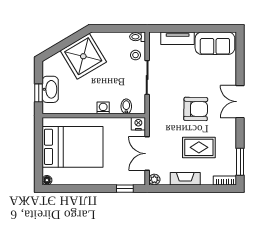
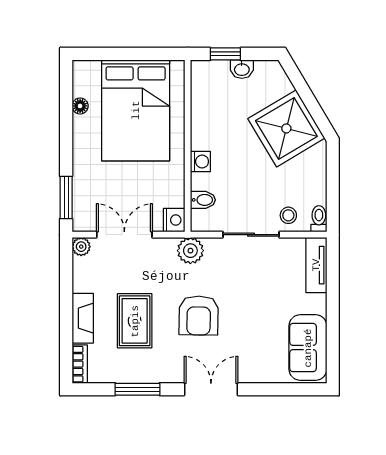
tv unit: (178, 38) -> (316, 265), moved
washbasin: (50, 89) -> (242, 69), width x0.52, depth x0.69
plant: (157, 114) -> (190, 251), added
window: (240, 162) -> (137, 389), moved
fireplace: (185, 179) -> (83, 318), moved
floor lamp: (47, 180) -> (80, 106), moved
window: (125, 189) -> (66, 198), width x1.50

